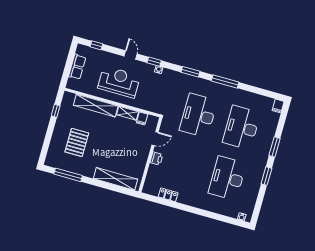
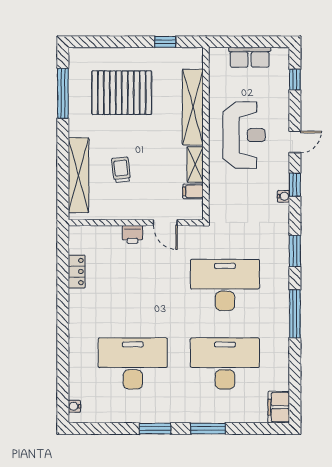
filing cabinet: (278, 106) -> (279, 407), width x2.00
pallet: (77, 142) -> (122, 93), width x1.37, depth x1.41
trolley: (119, 155) -> (121, 170), added

